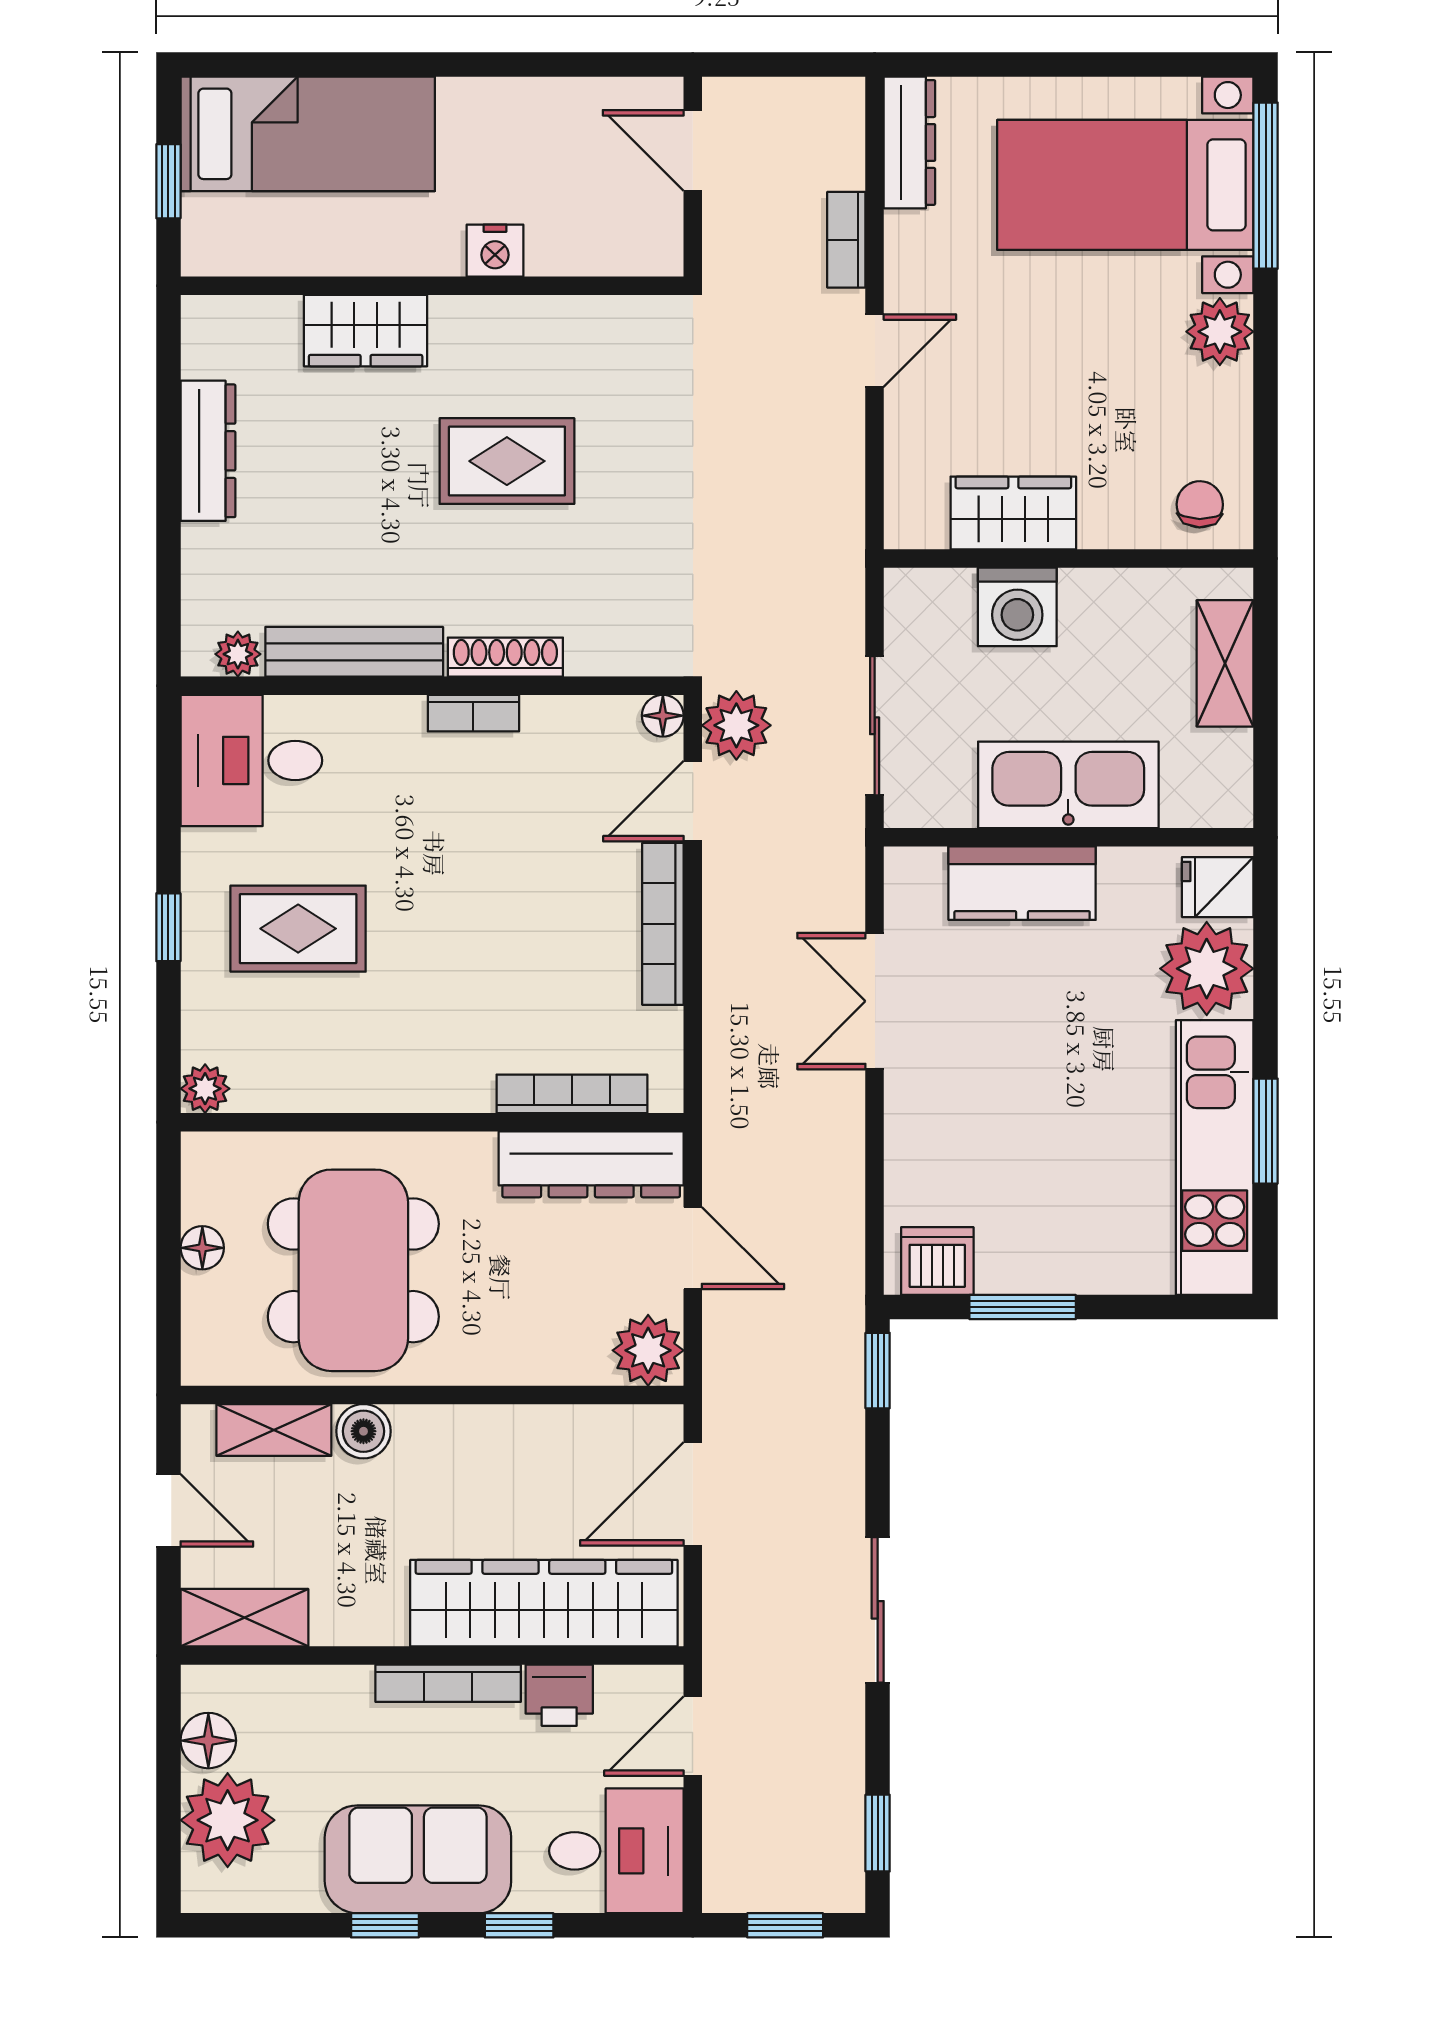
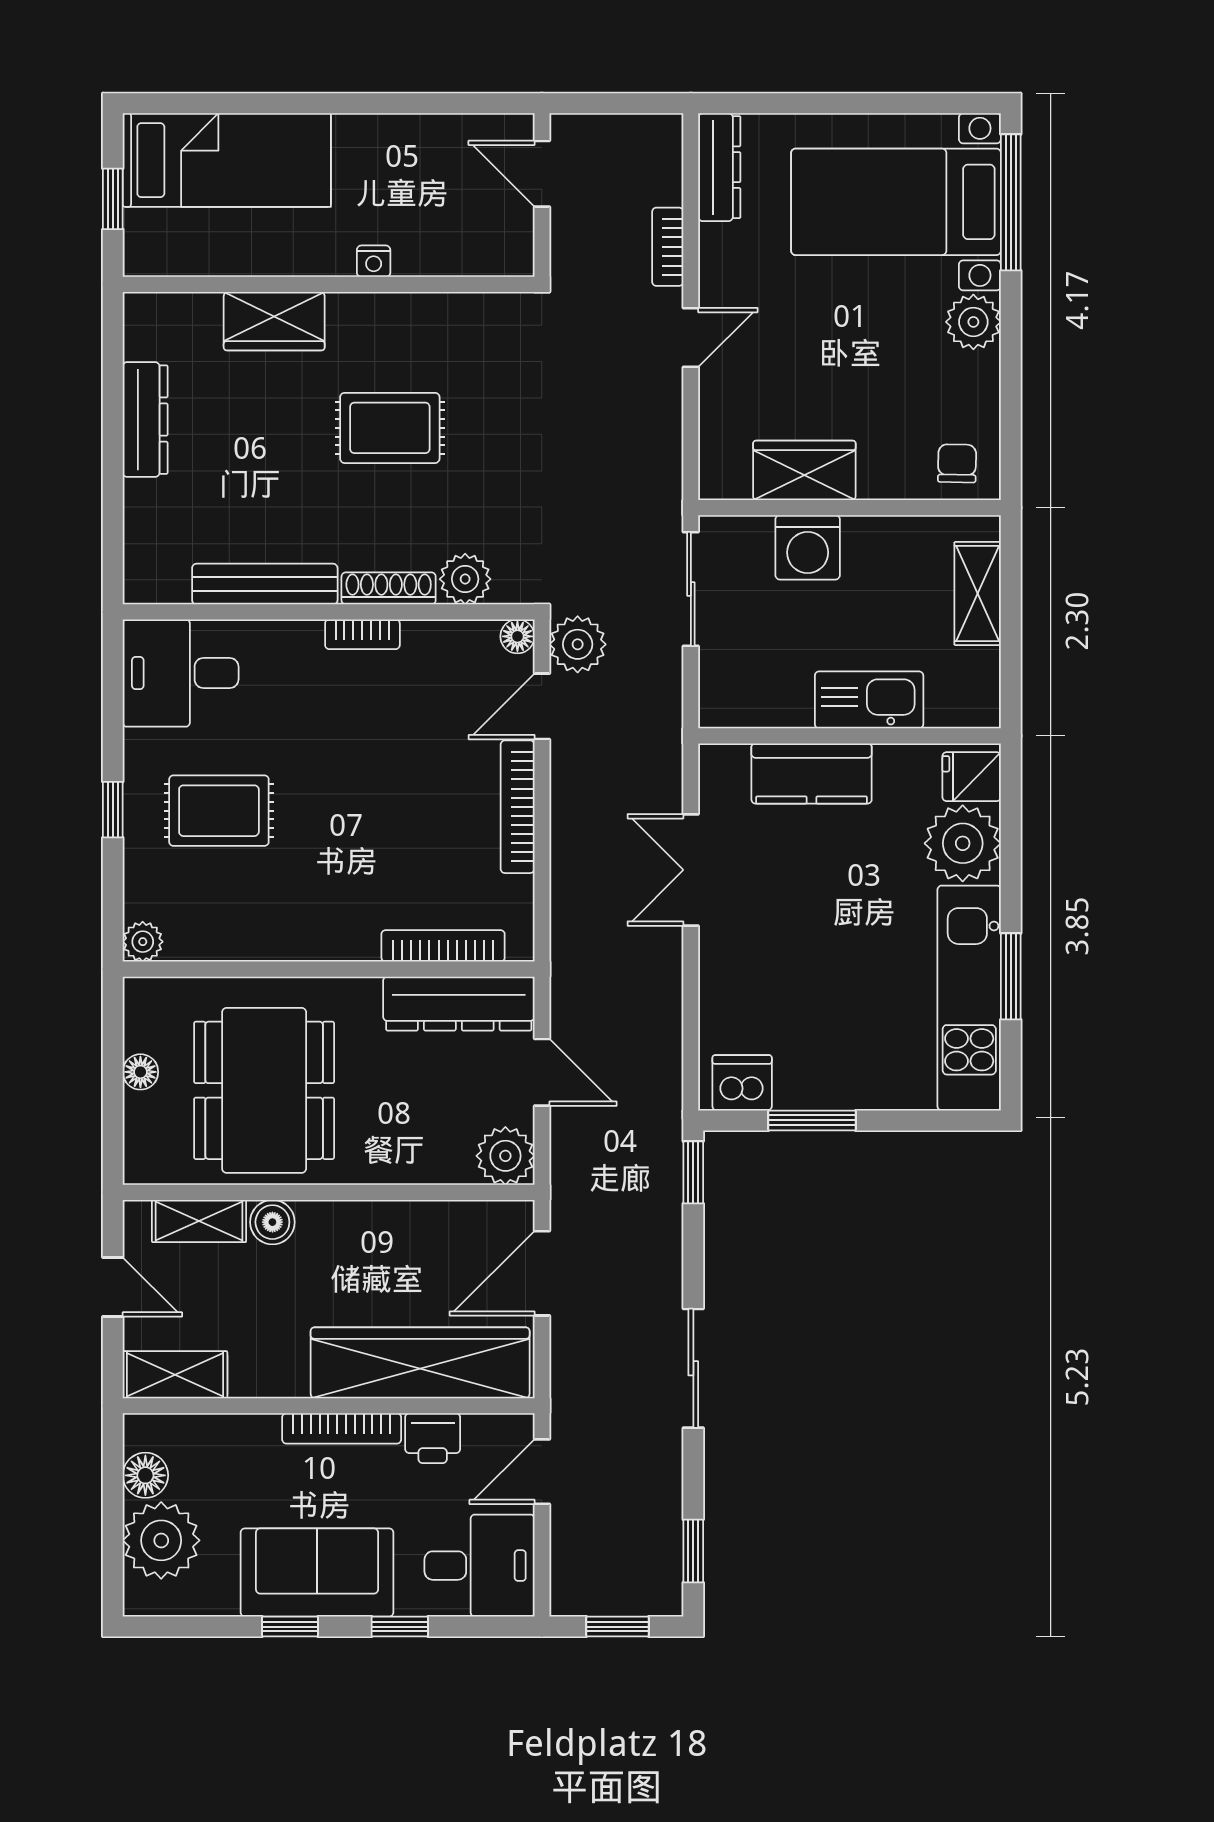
nightstand: (495, 251) -> (374, 261), width x0.72, depth x0.74
plant: (238, 654) -> (465, 579), moved, width x1.38, depth x1.38
sliding door: (875, 726) -> (691, 589), moved
kitchen sink: (1068, 785) -> (869, 700), width x0.73, depth x0.81

